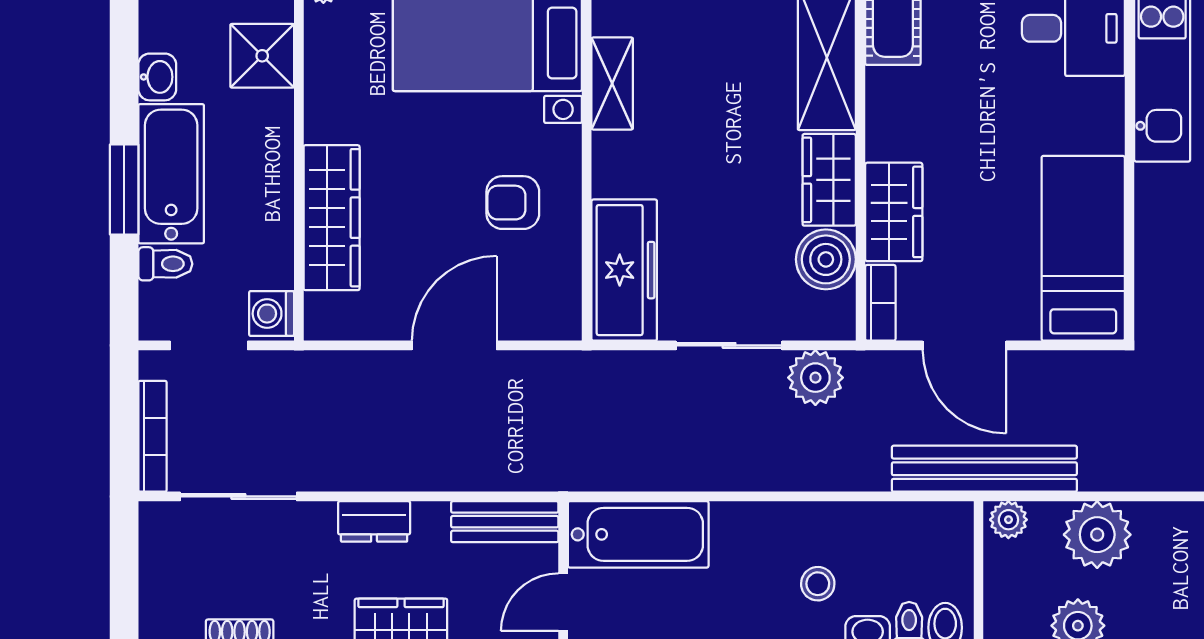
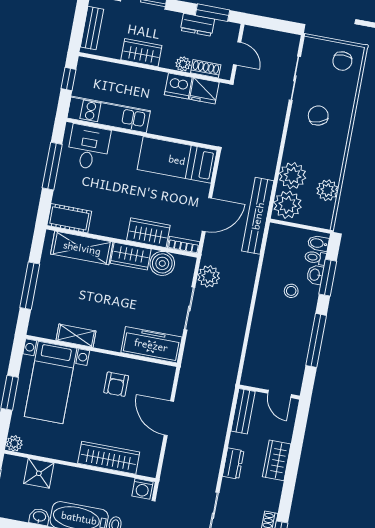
plant: (1008, 520) -> (288, 205), width x1.88, depth x1.88
bathtub: (638, 534) -> (258, 359), removed

